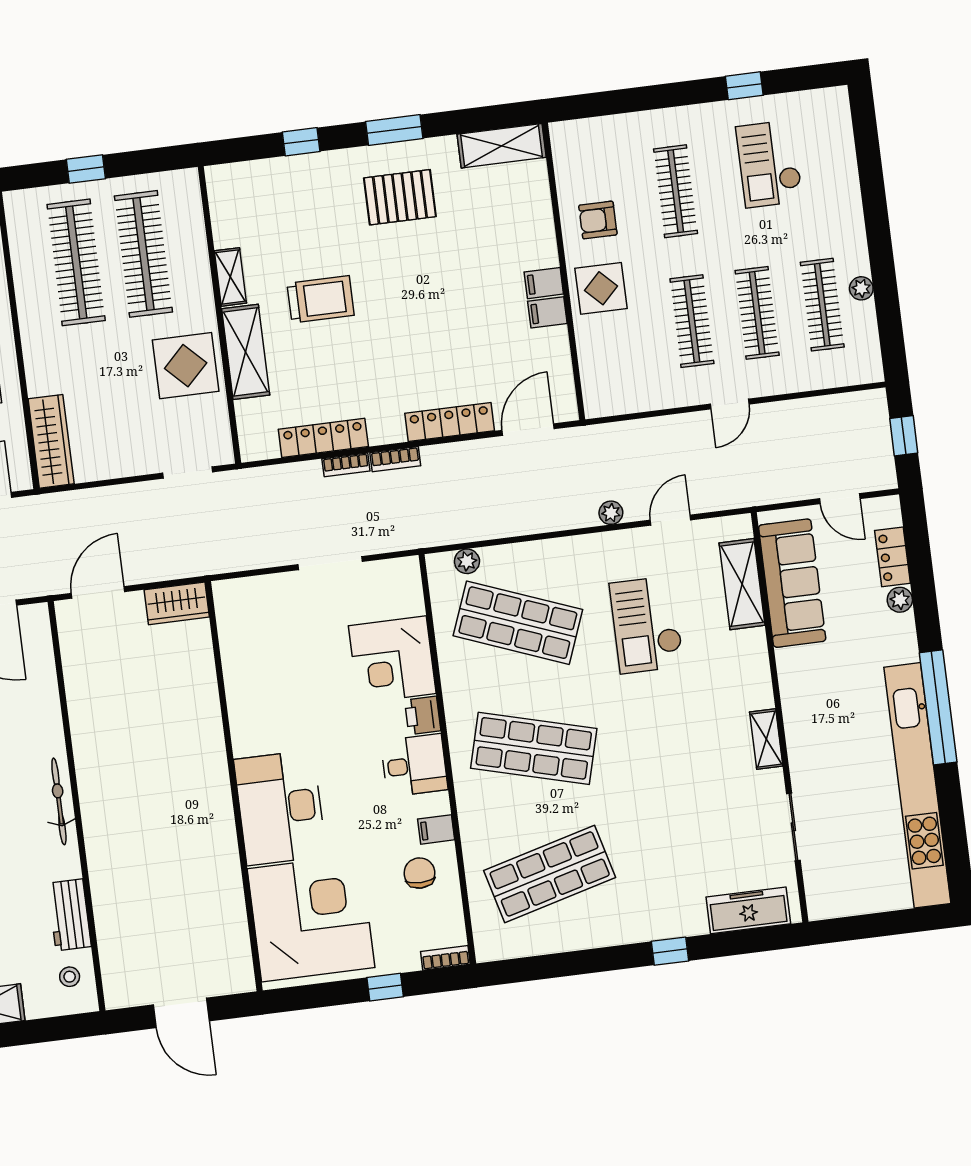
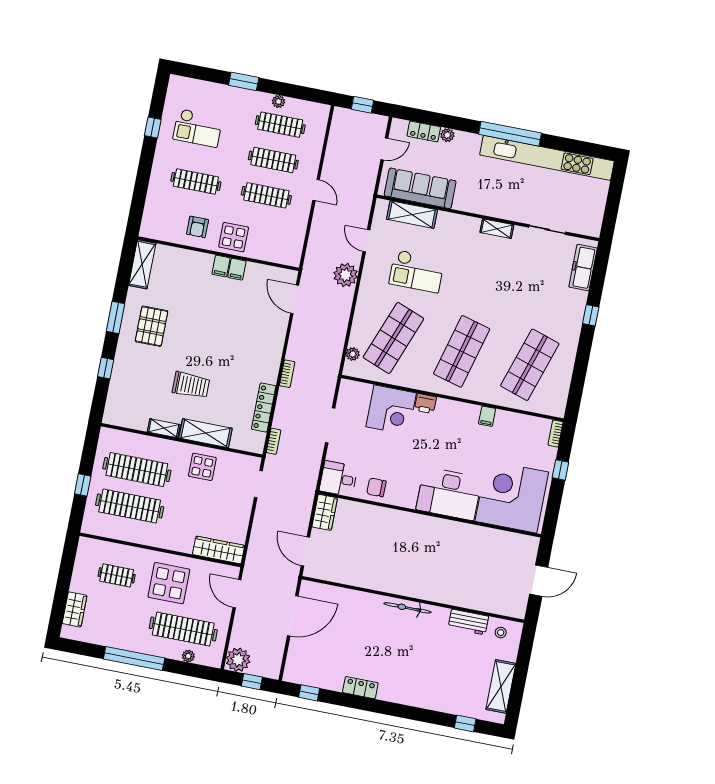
window: (876, 217) -> (244, 81), added
trolley: (321, 299) -> (191, 385), turned 90
display table: (186, 366) -> (202, 467), width x0.73, depth x0.73
locker: (450, 422) -> (277, 339), removed
bookcase: (346, 465) -> (274, 441), moved
plant: (611, 513) -> (346, 275), width x1.88, depth x1.88
desk: (414, 765) -> (338, 479), moved, turned -90
chair: (419, 873) -> (376, 487), moved
shop shelf: (550, 874) -> (530, 365), turned 33

